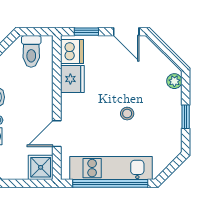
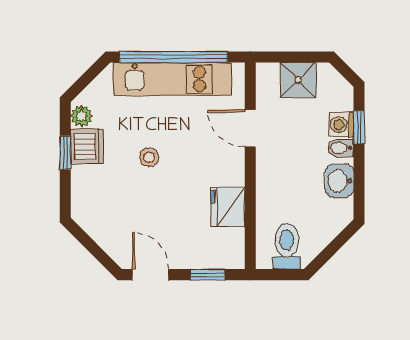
dishwasher: (72, 52) -> (87, 146), moved, turned 180
plant: (174, 81) -> (81, 116), moved
door: (57, 134) -> (250, 128), swing flipped
shower: (41, 167) -> (298, 80), moved

